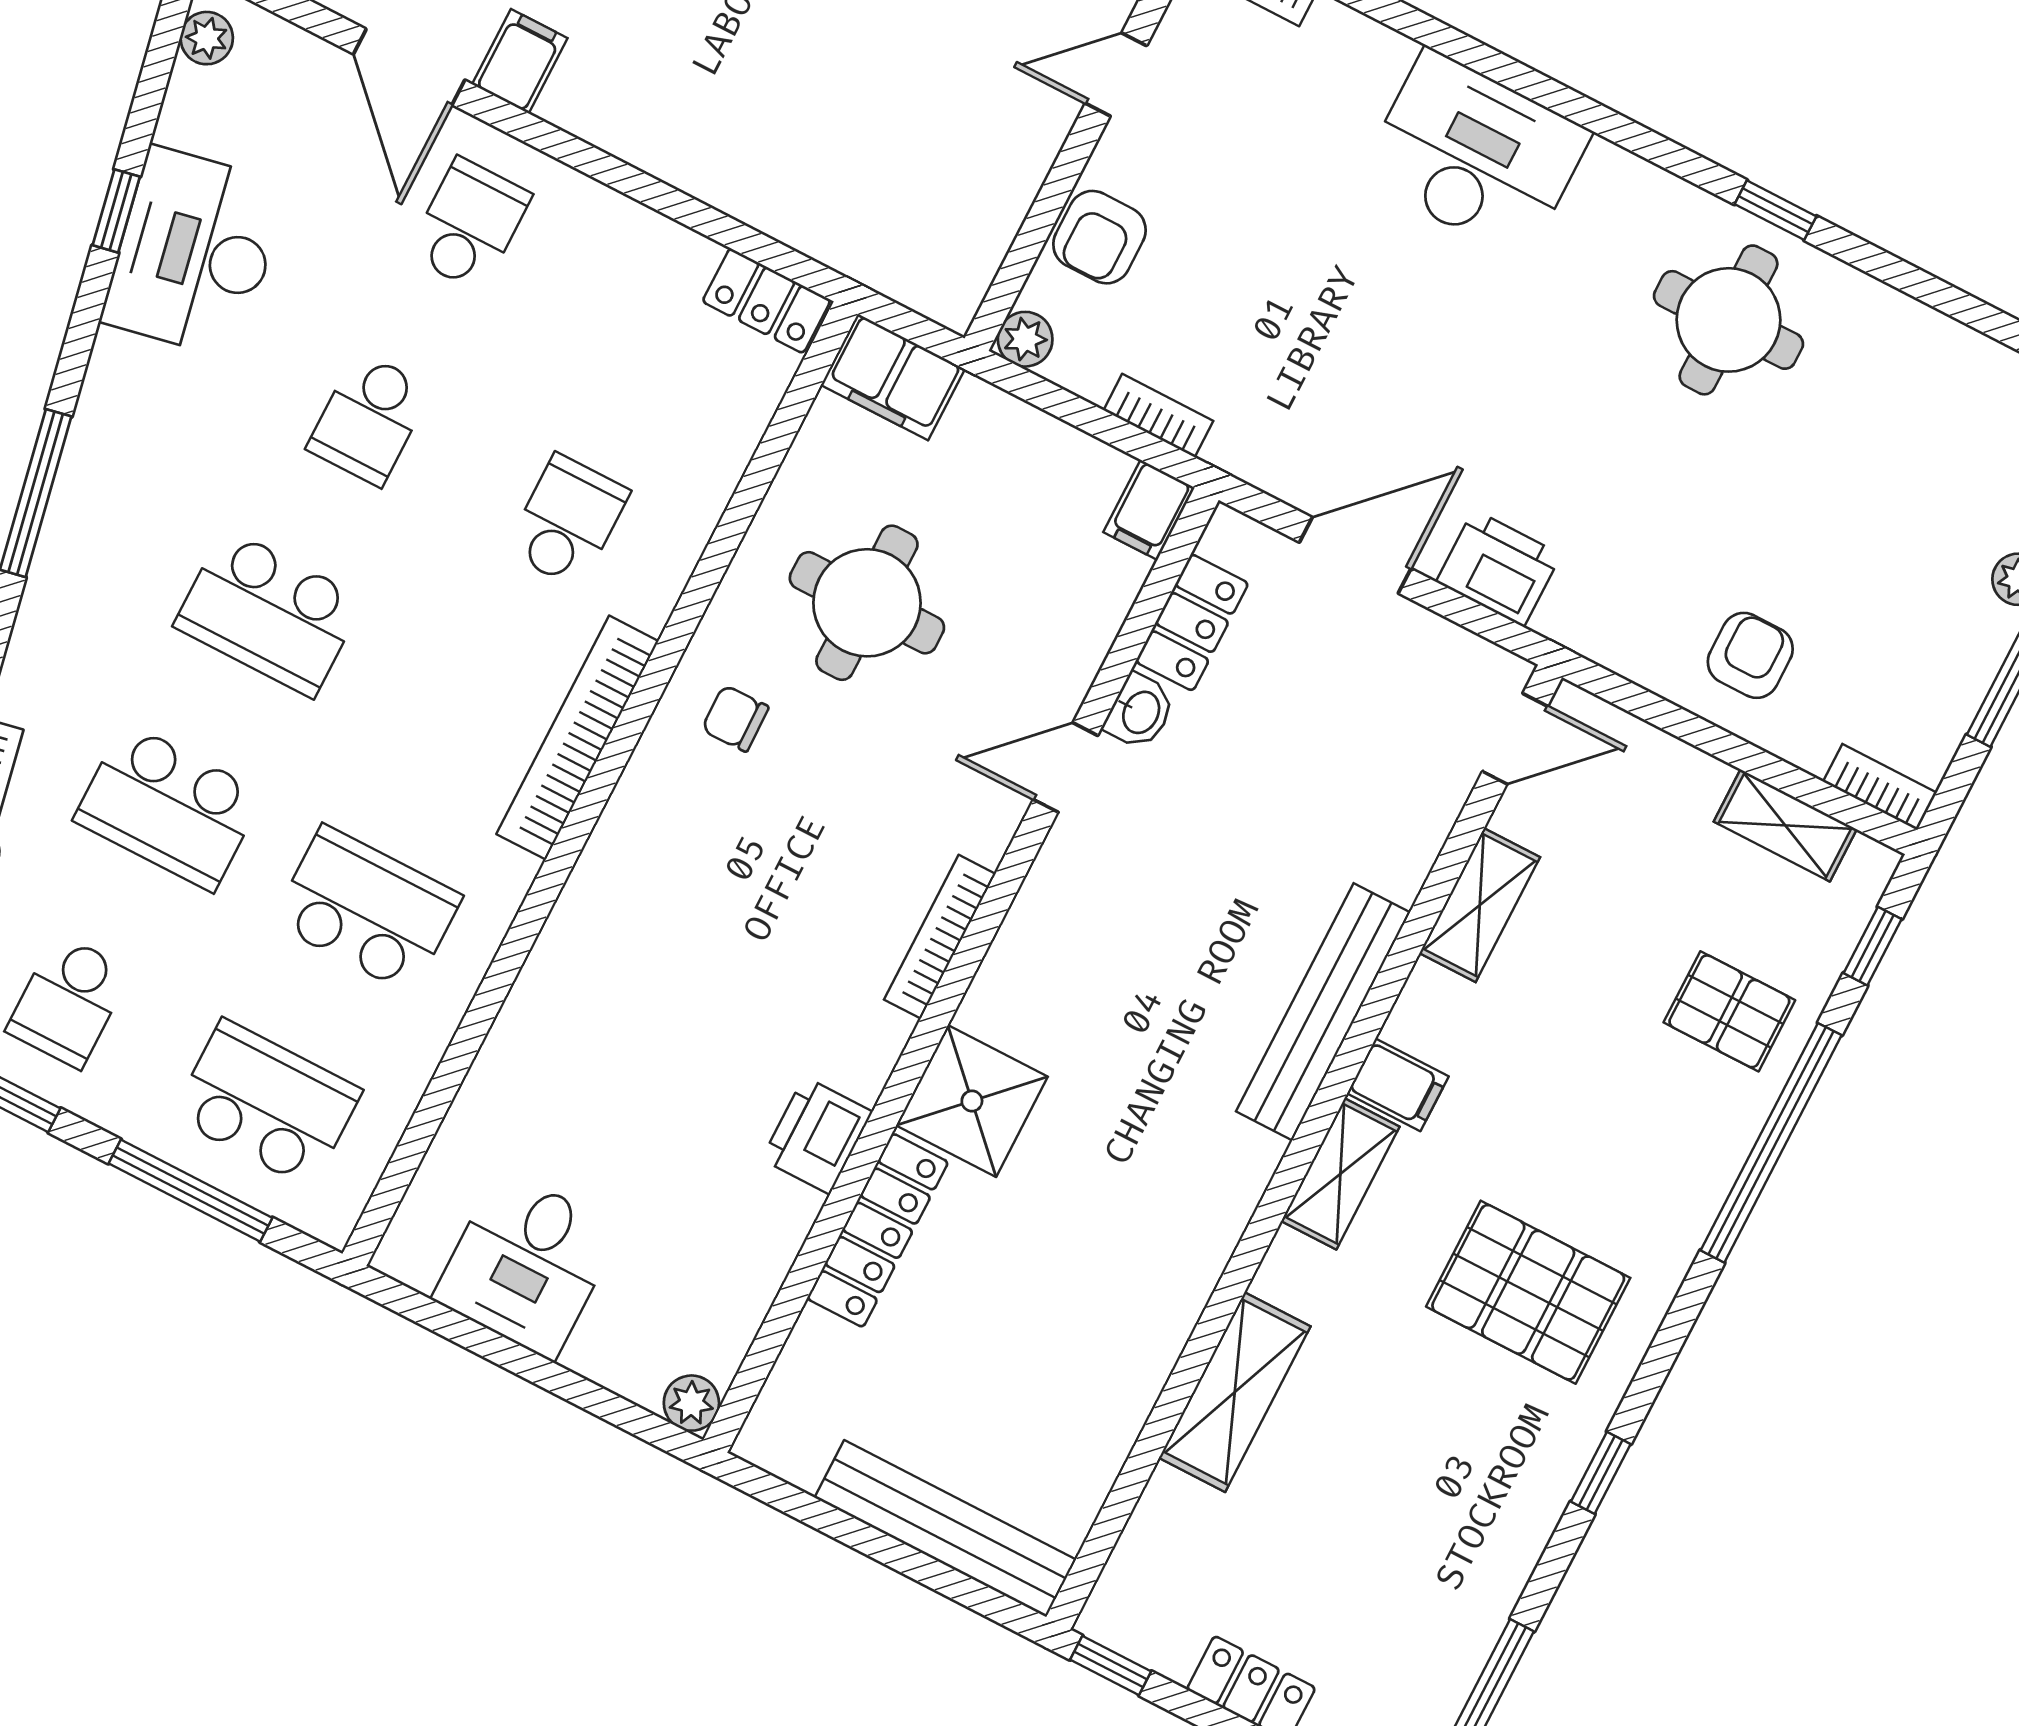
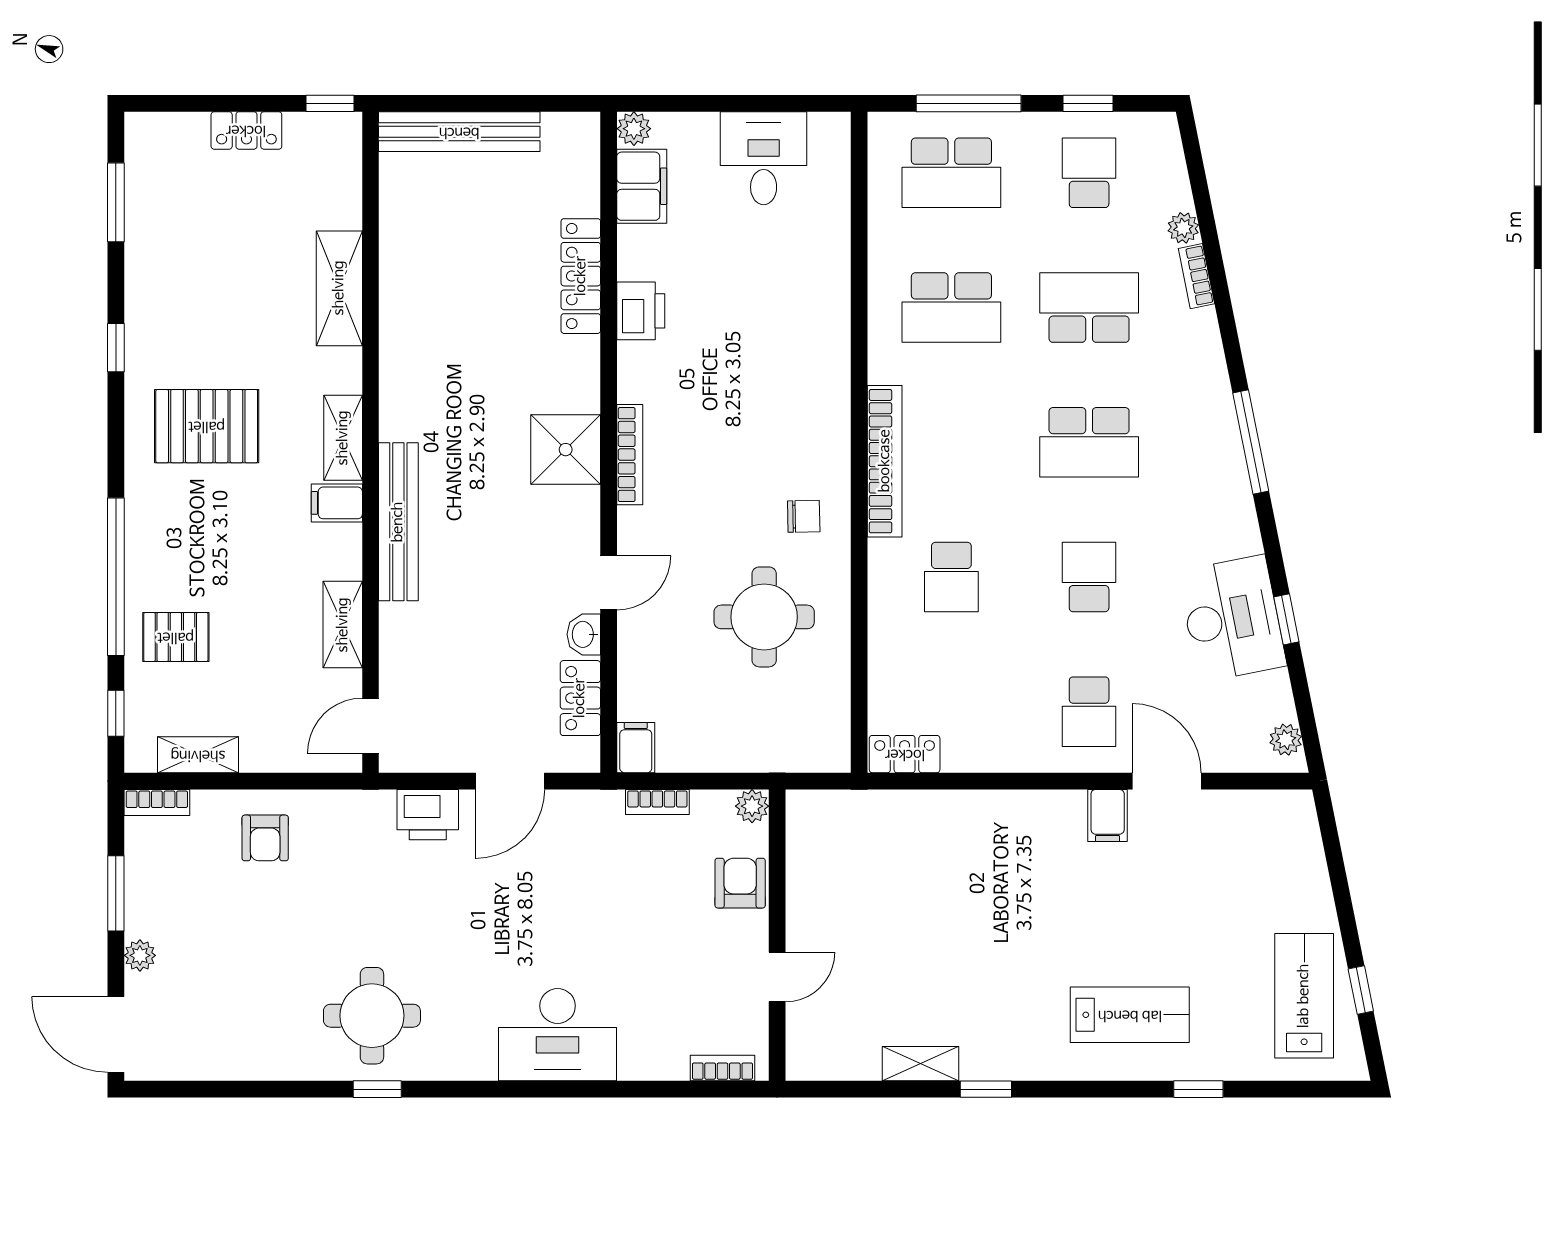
filing cabinet: (893, 377) -> (642, 186), moved, turned 90
school desk: (269, 613) -> (1089, 442), turned 180
shower: (972, 1101) -> (566, 450), moved

